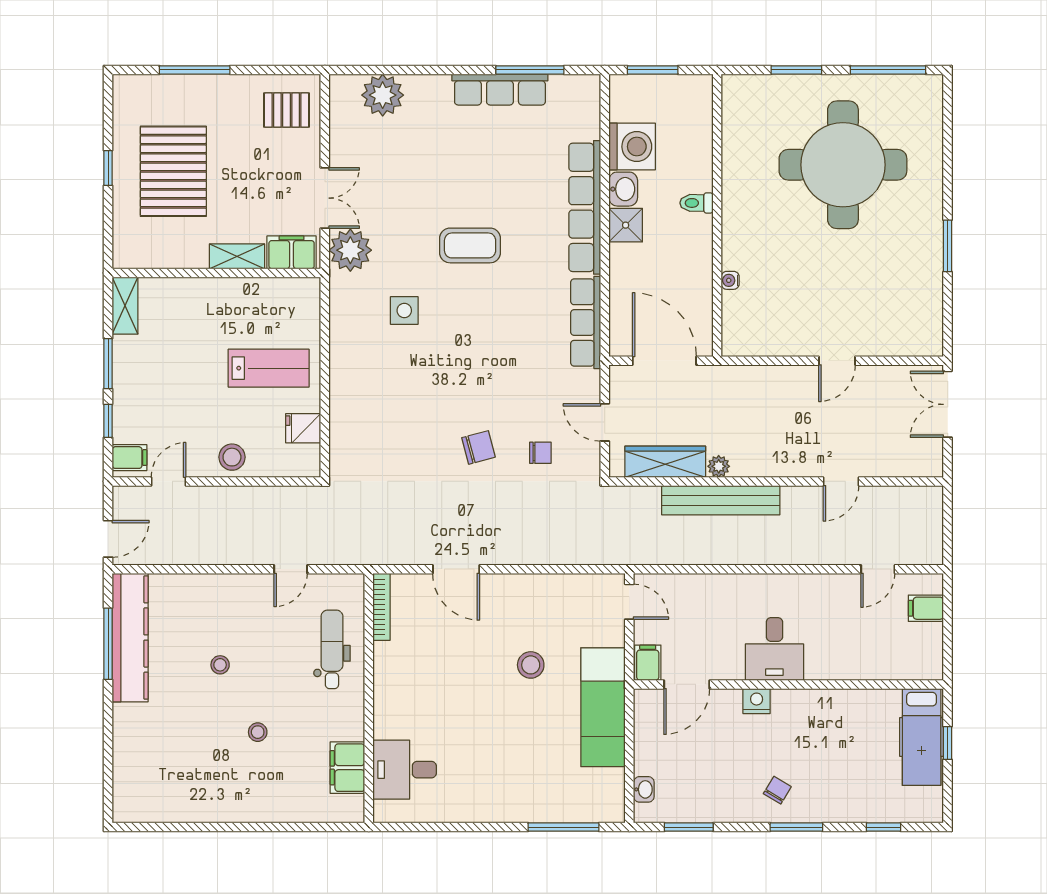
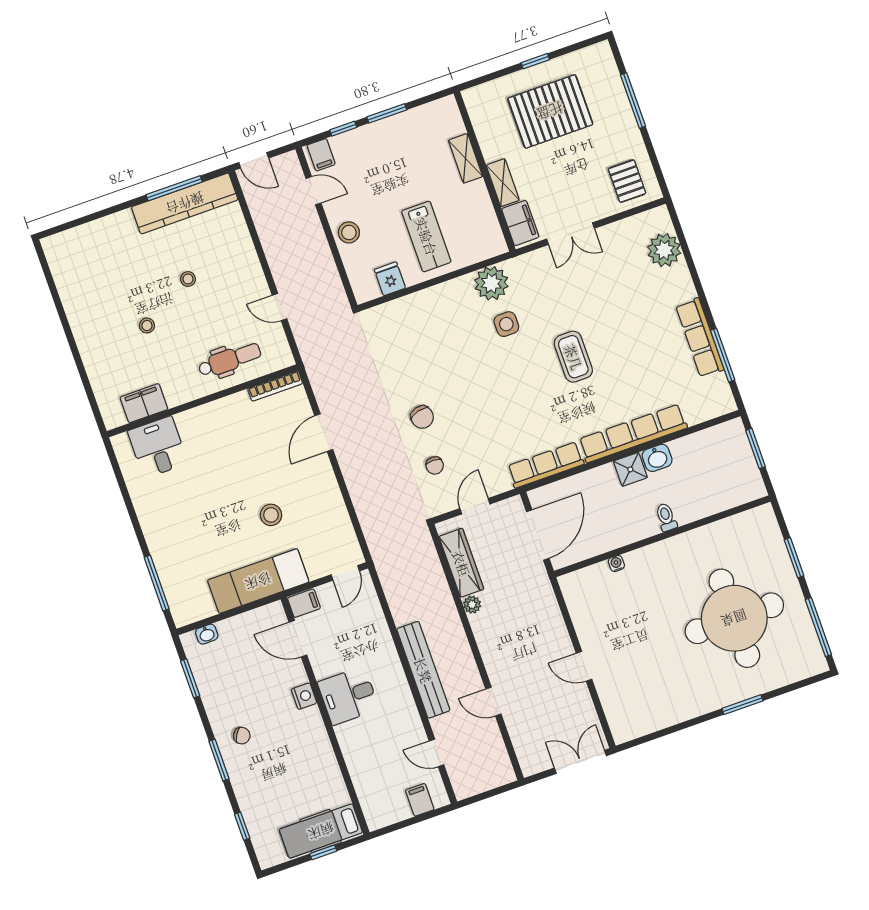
washing machine: (632, 147) -> (692, 453), removed
window: (948, 246) -> (742, 705), moved
plant: (350, 250) -> (491, 283), moved
shelving: (125, 306) -> (466, 158), moved, turned 90
bench: (721, 500) -> (423, 670), moved

